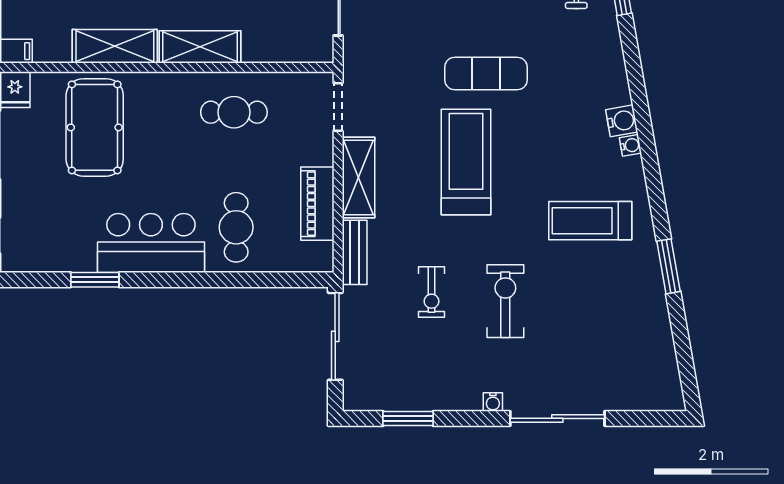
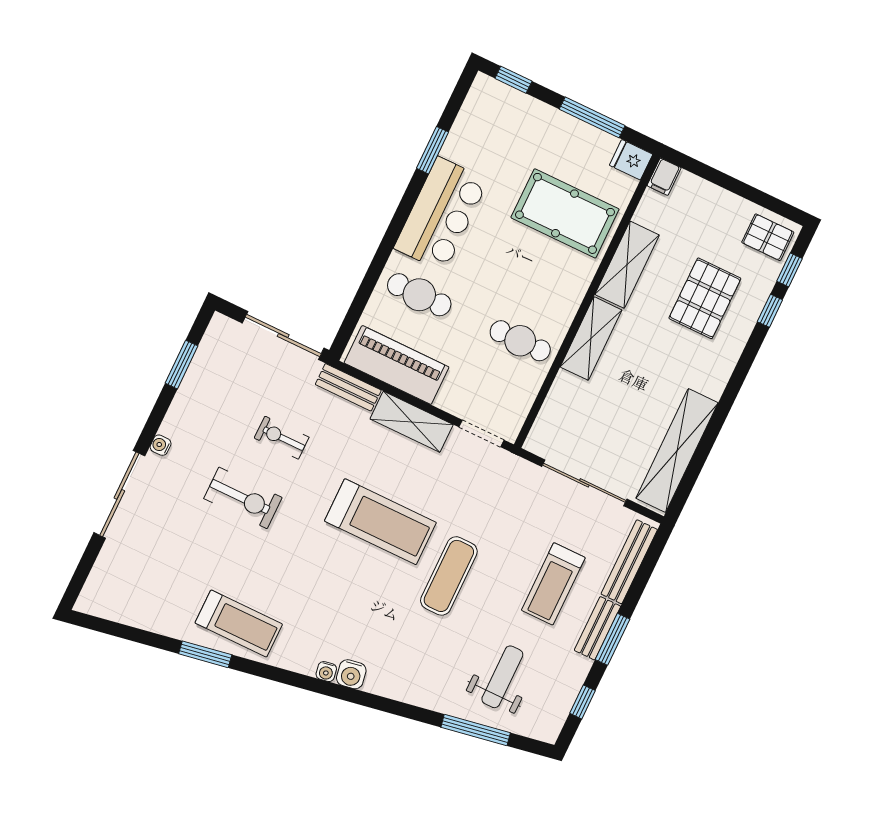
cafe table: (234, 112) -> (520, 341), turned 90
piano: (317, 204) -> (397, 365), width x1.37, depth x1.33
treadmill: (590, 221) -> (239, 624), moved, turned 90

